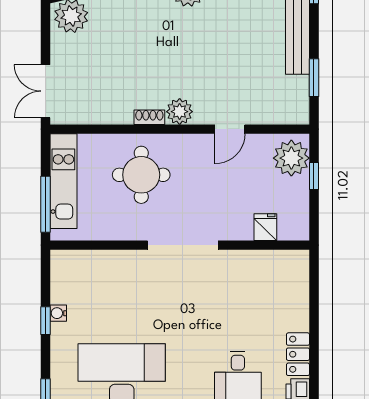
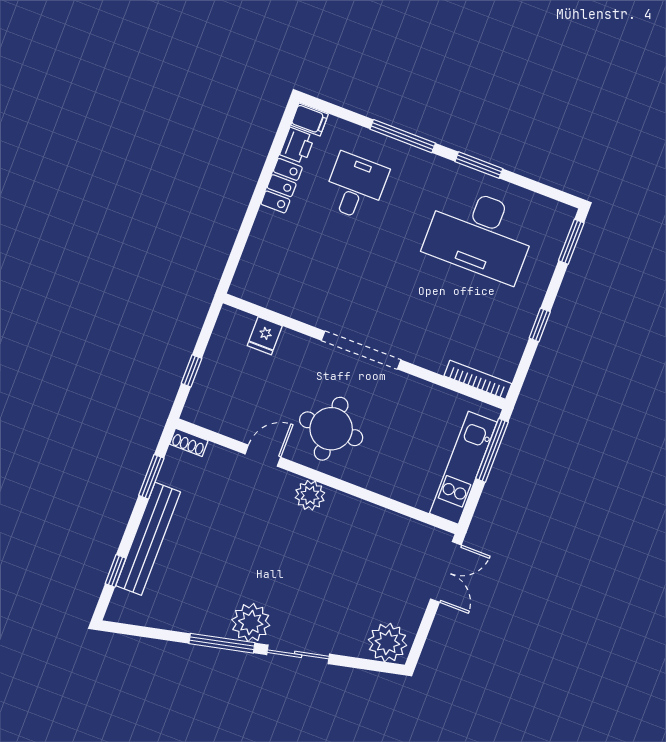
shoe rack: (149, 117) -> (189, 442), moved
plant: (291, 158) -> (209, 399), removed
round table: (141, 175) -> (331, 429), moved
bookcase: (79, 257) -> (478, 380), added
water cooler: (58, 313) -> (523, 328), removed

